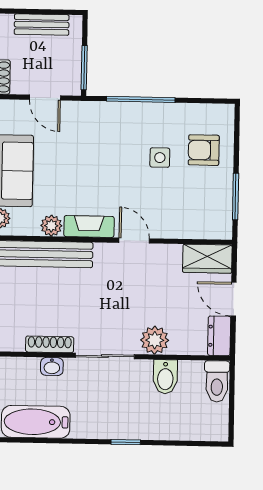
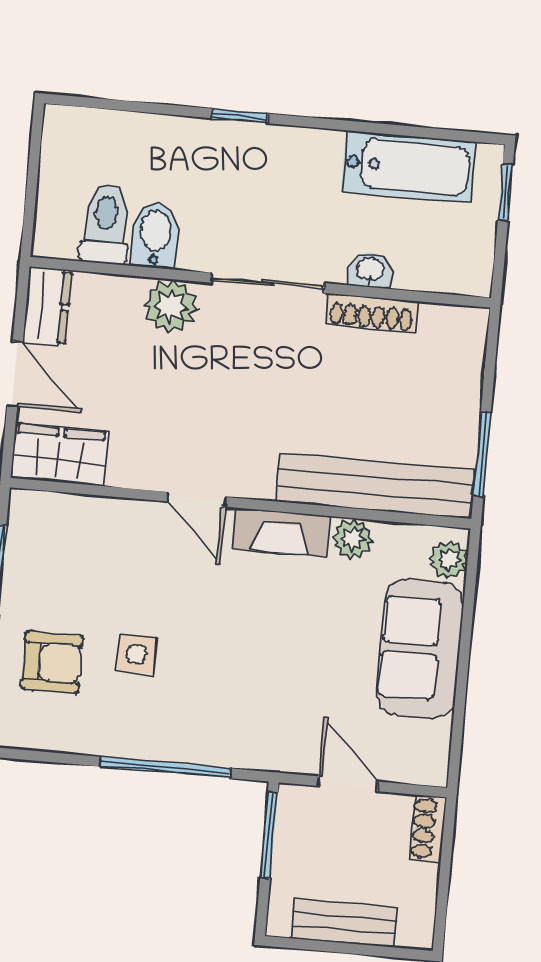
toilet: (217, 381) -> (106, 224), moved

